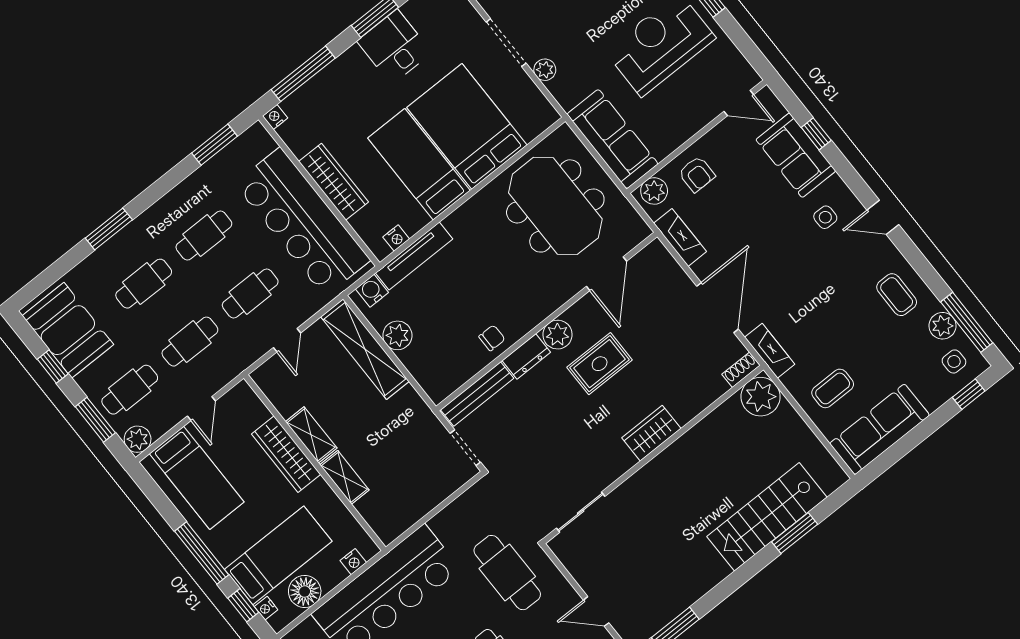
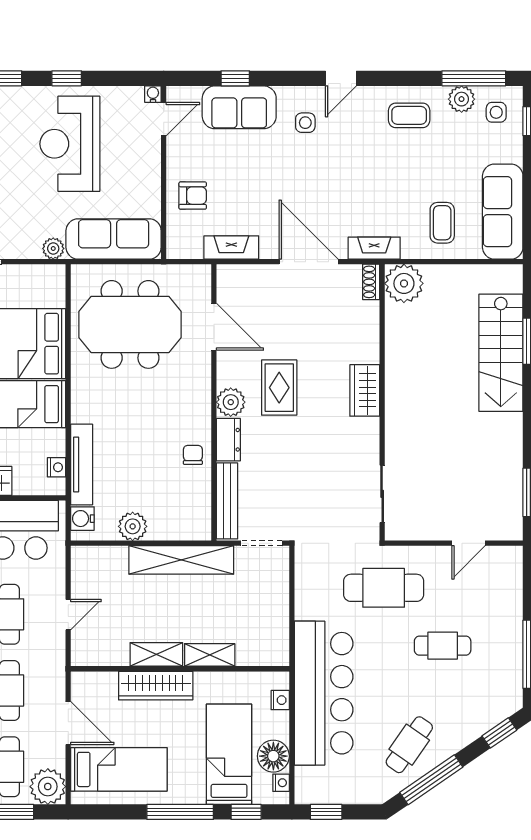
plant: (545, 70) -> (53, 249), moved
water cooler: (752, 79) -> (153, 94), added
plant: (654, 191) -> (179, 239), removed
door: (287, 340) -> (68, 615), hinge flipped
shelving: (365, 349) -> (181, 560), moved
door: (201, 409) -> (68, 723), width x1.38
plant: (138, 439) -> (48, 787), width x1.36, depth x1.36
nightstand: (266, 608) -> (281, 783), moved, turned -90

